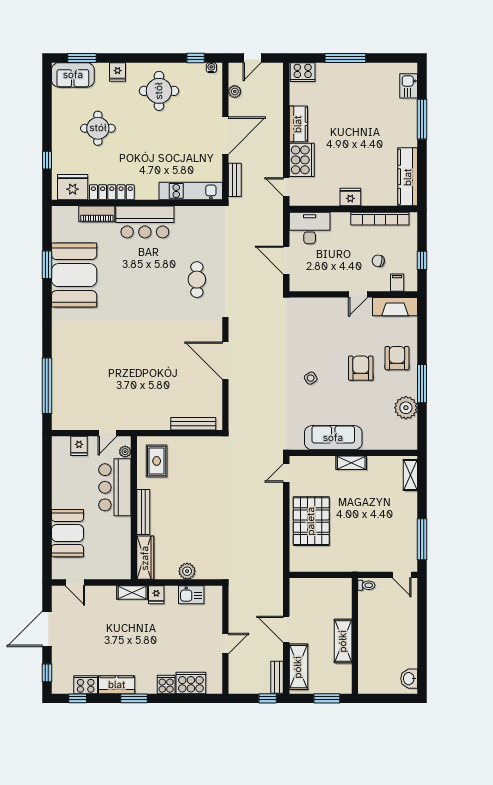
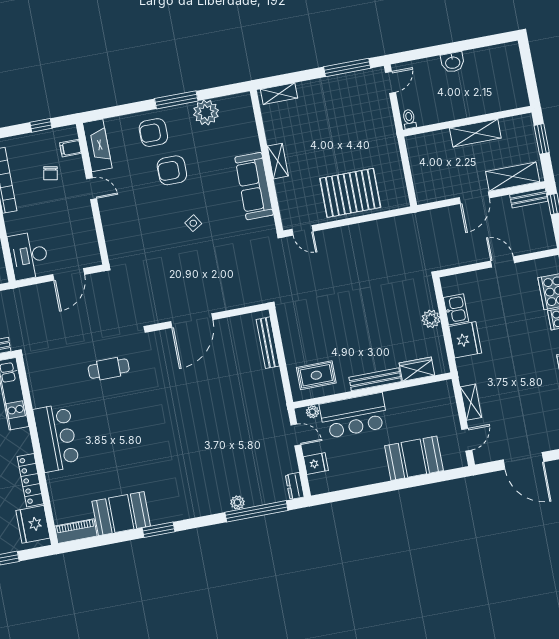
piano: (97, 214) -> (76, 531), moved, turned -90
window: (47, 265) -> (158, 530), moved
booth: (74, 275) -> (121, 514), width x0.73, depth x0.70
plant: (58, 371) -> (237, 502), added
dresser: (63, 424) -> (295, 486), added
wardrobe: (145, 558) -> (417, 369), width x0.67
shelving: (132, 592) -> (471, 402), moved
fridge: (156, 595) -> (465, 340), width x1.88, depth x1.34
washbasin: (409, 679) -> (453, 62), moved

